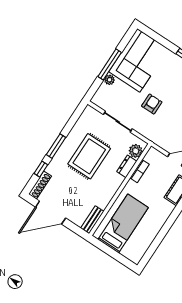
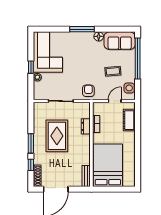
window: (110, 64) -> (31, 67), width x0.46
armchair: (152, 104) -> (88, 91), moved
plant: (136, 151) -> (85, 112), removed
bed: (123, 224) -> (108, 165), width x1.50

